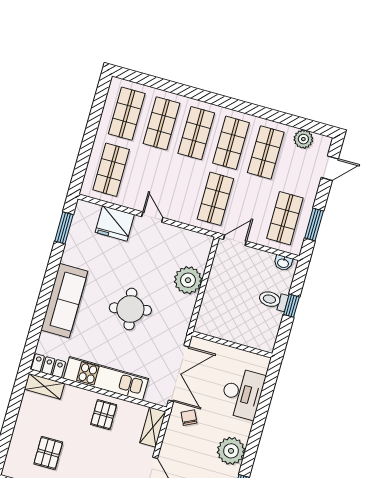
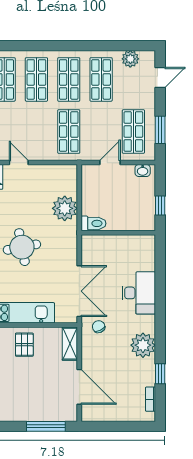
door: (235, 240) -> (110, 163), moved
toilet: (273, 300) -> (93, 223), moved, turned 180
wall: (232, 344) -> (118, 233), moved

